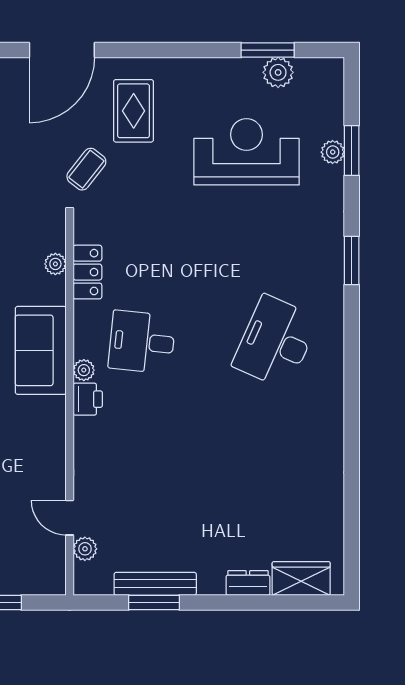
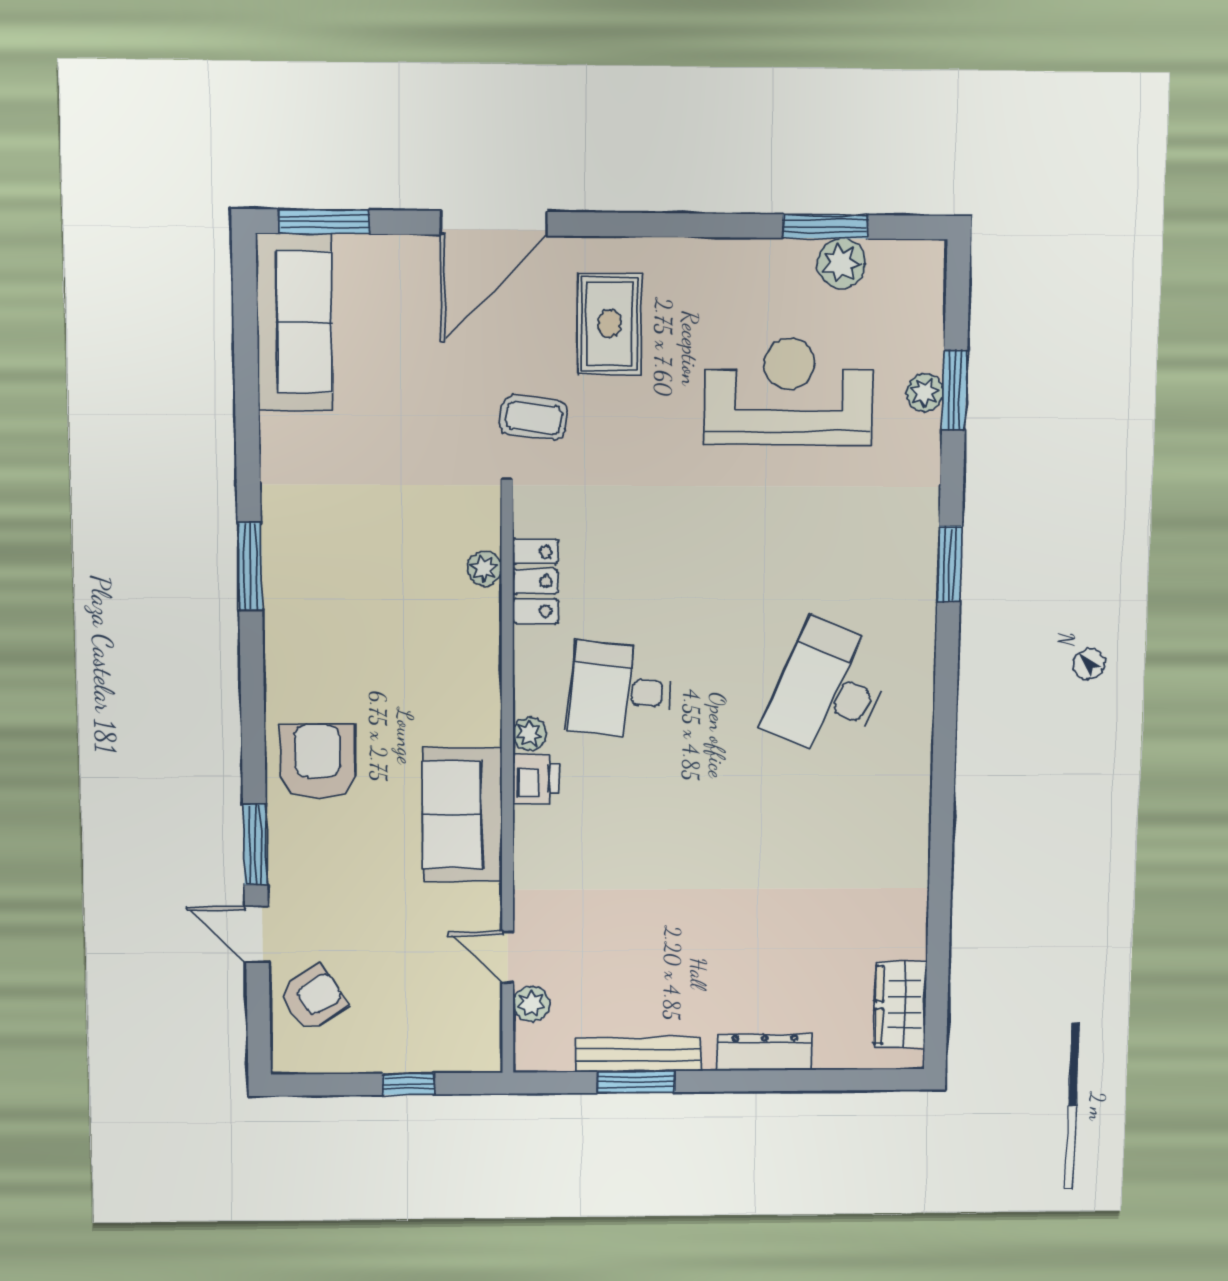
coffee table: (86, 169) -> (534, 418), turned 58
sofa: (41, 350) -> (462, 815), moved
wardrobe: (301, 578) -> (900, 1005), moved, turned -90
dresser: (248, 583) -> (764, 1052), width x1.44

